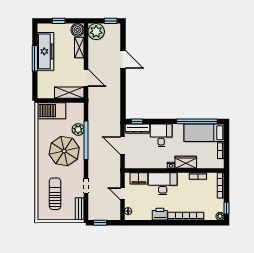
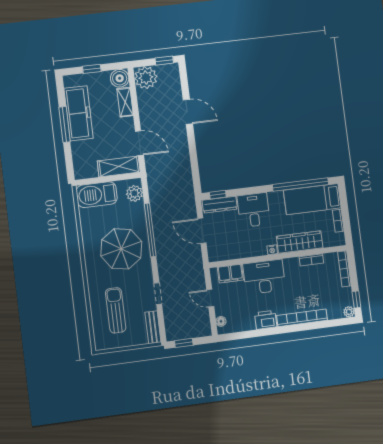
plant: (78, 129) -> (134, 193), moved
wardrobe: (186, 162) -> (300, 242), width x1.50

